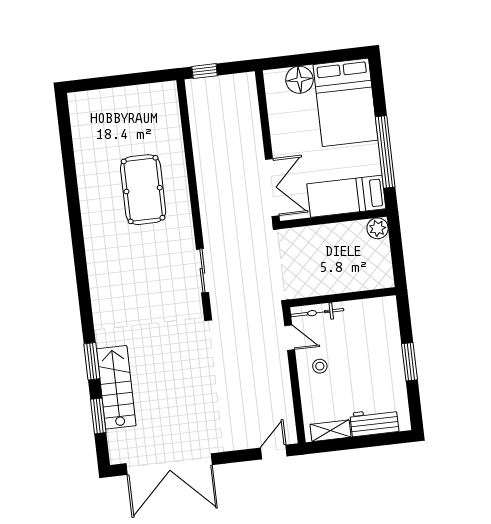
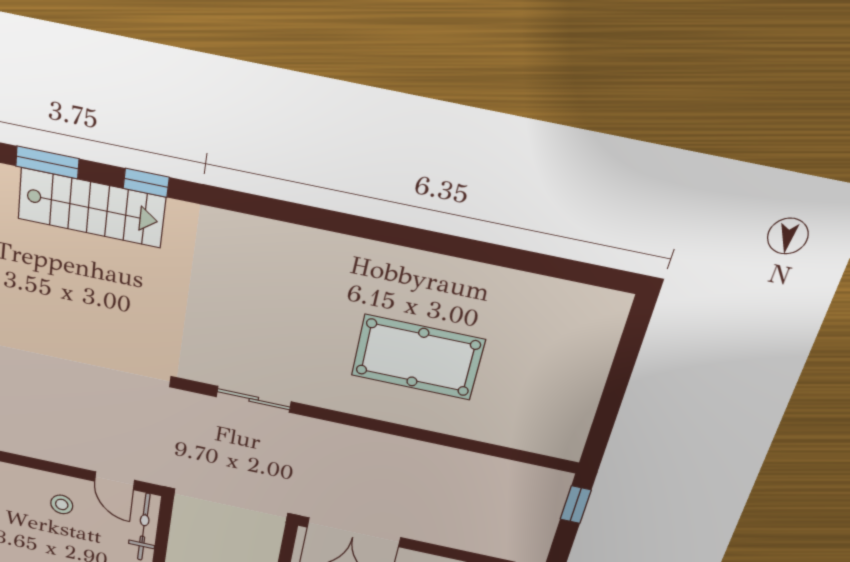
door: (290, 338) -> (115, 481), hinge flipped
window: (92, 361) -> (146, 183), width x0.67

